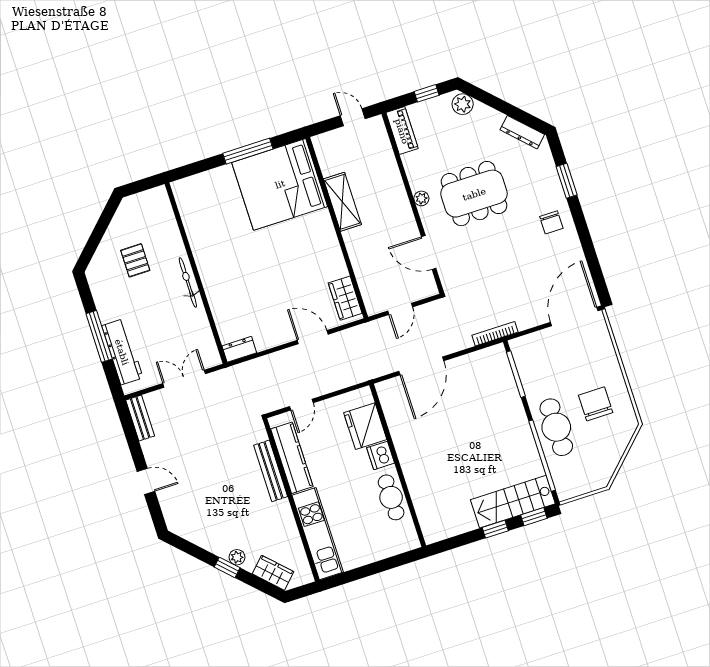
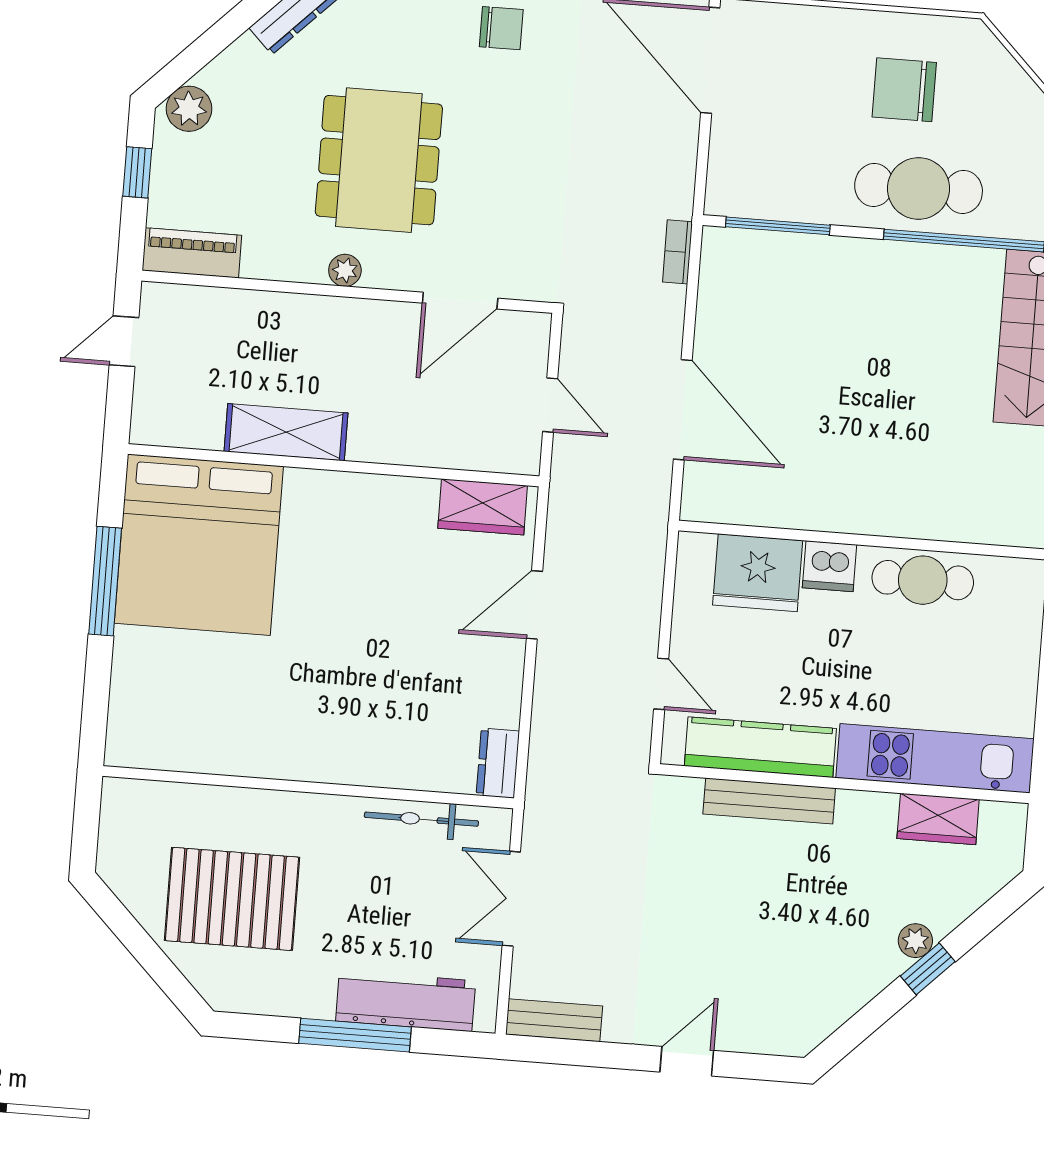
pallet: (135, 260) -> (232, 899), width x2.05, depth x2.00
bicycle: (188, 282) -> (421, 819), moved
bookcase: (495, 334) -> (678, 252), width x0.64
wardrobe: (273, 573) -> (938, 819), moved, turned -135

